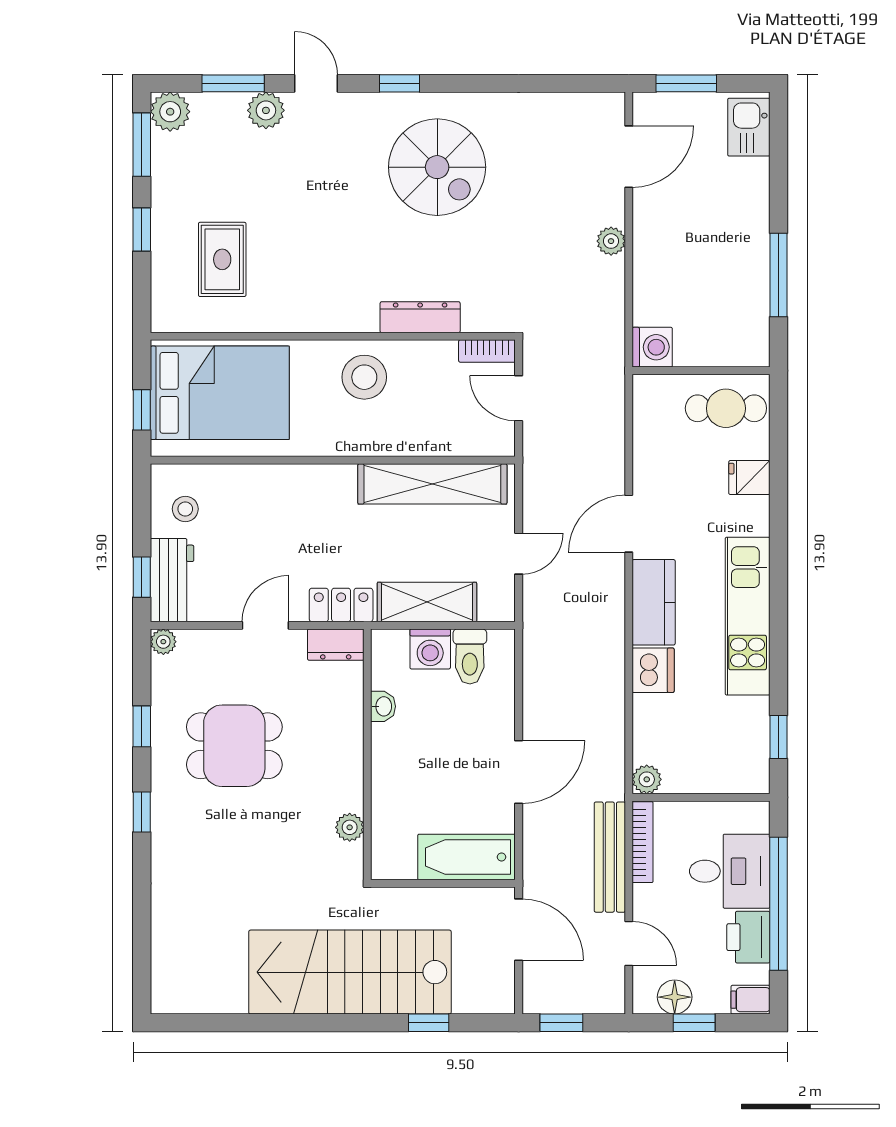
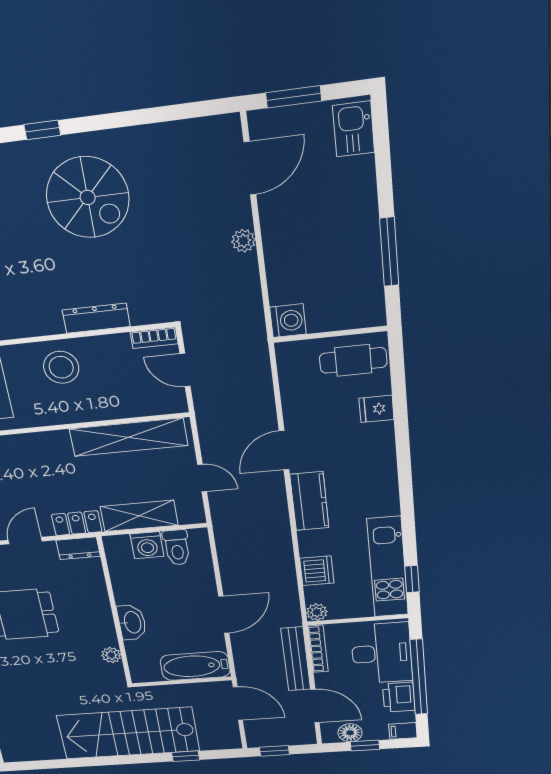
door: (519, 554) -> (202, 478), hinge flipped
kitchen unit: (748, 616) -> (388, 567), moved
dishwasher: (653, 670) -> (317, 571), moved
washbasin: (383, 706) -> (132, 622), moved, width x1.91, depth x1.45
desk: (730, 871) -> (382, 653), width x1.37
door: (629, 943) -> (315, 706), width x1.38

